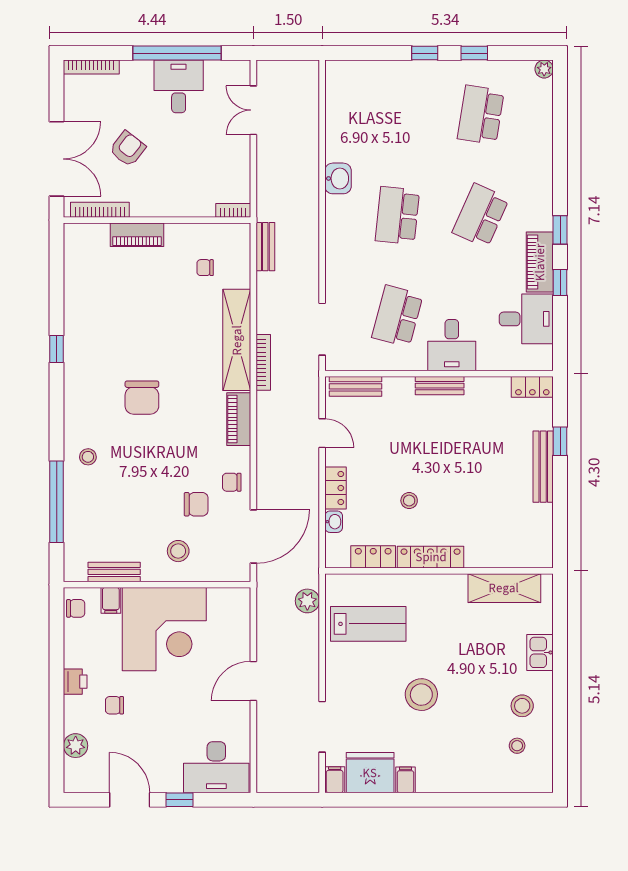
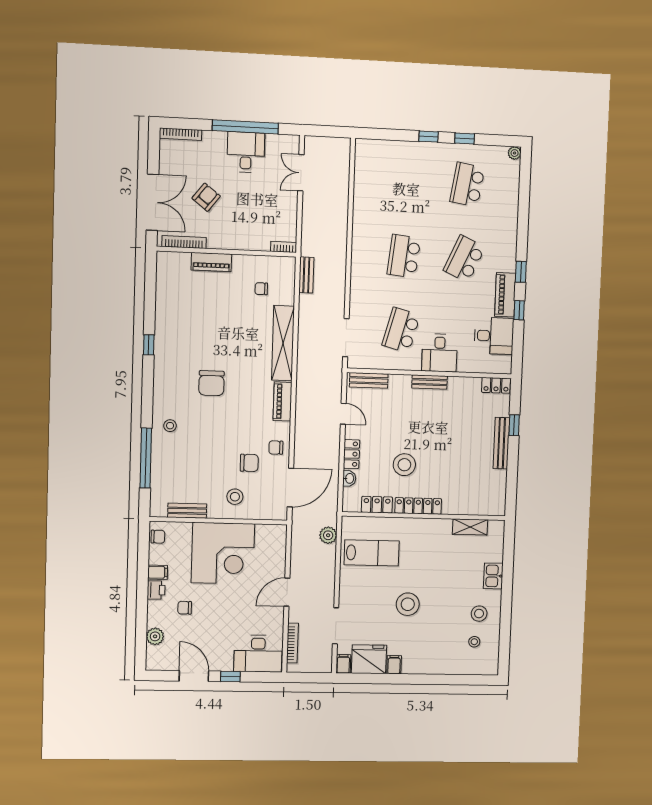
washbasin: (338, 178) -> (362, 227), removed
bookcase: (263, 362) -> (292, 643), moved
stool: (409, 501) -> (404, 465), width x1.89, depth x1.89
shelving: (504, 588) -> (470, 527), width x0.67, depth x0.75
filing cabinet: (111, 600) -> (158, 572), moved, turned -90

